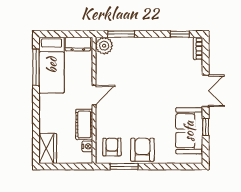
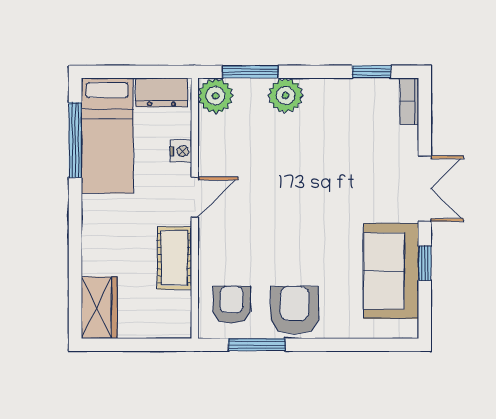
plant: (138, 46) -> (286, 95), added
nightstand: (87, 146) -> (181, 151), moved

